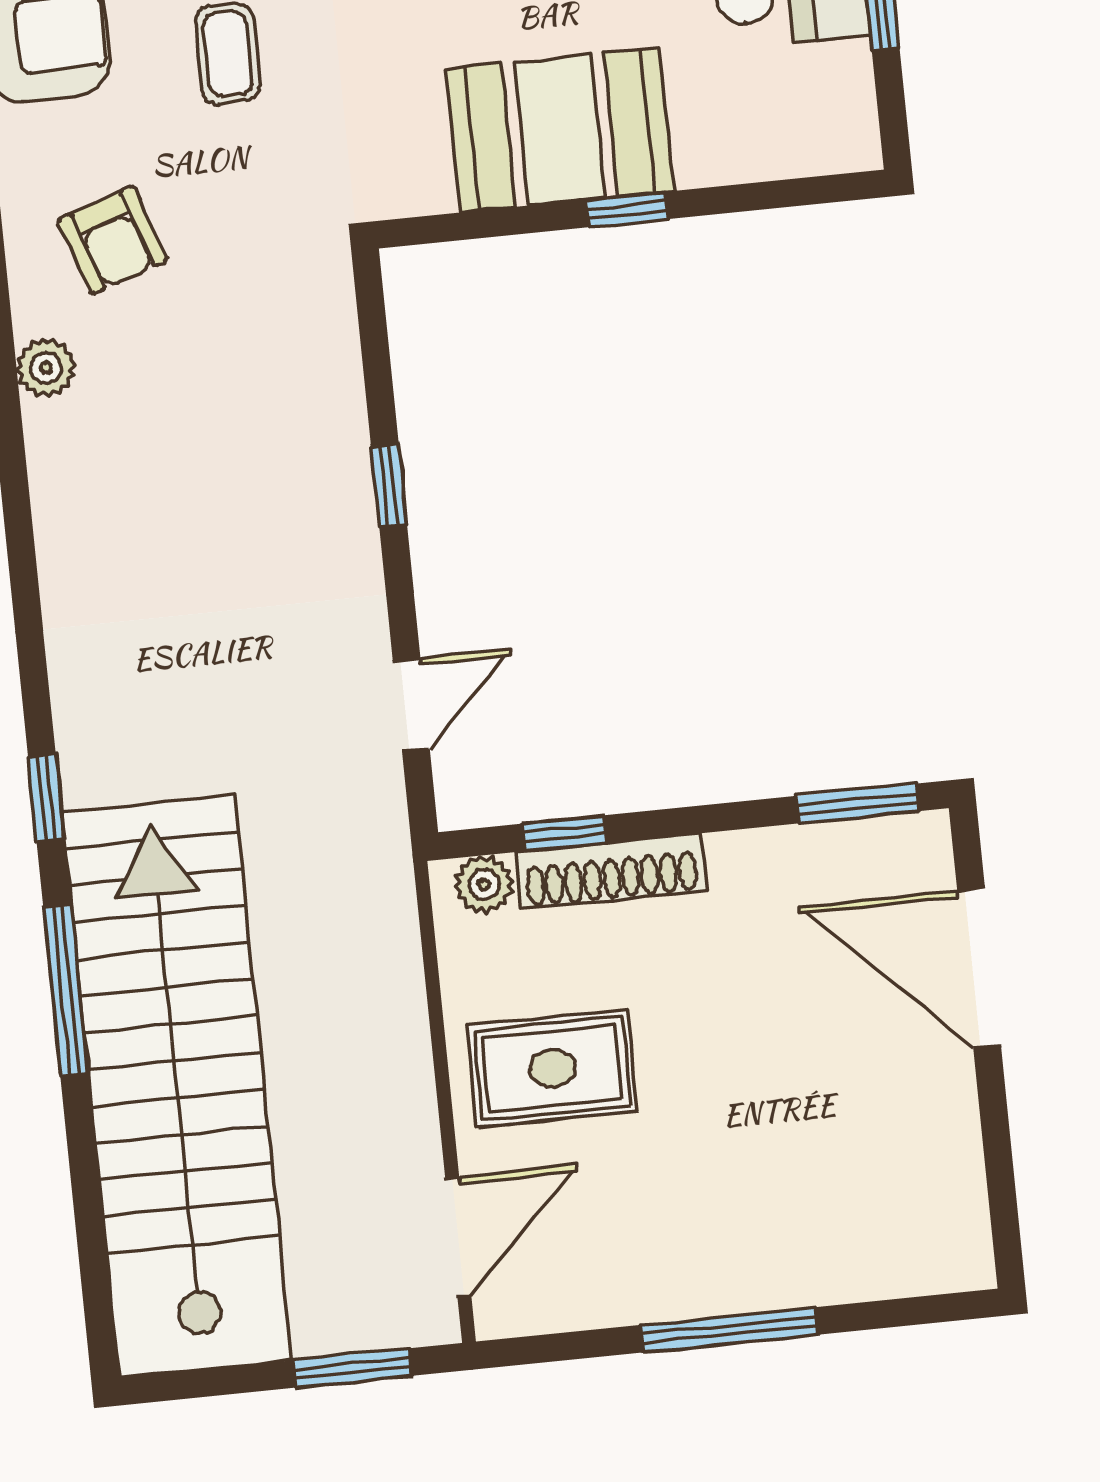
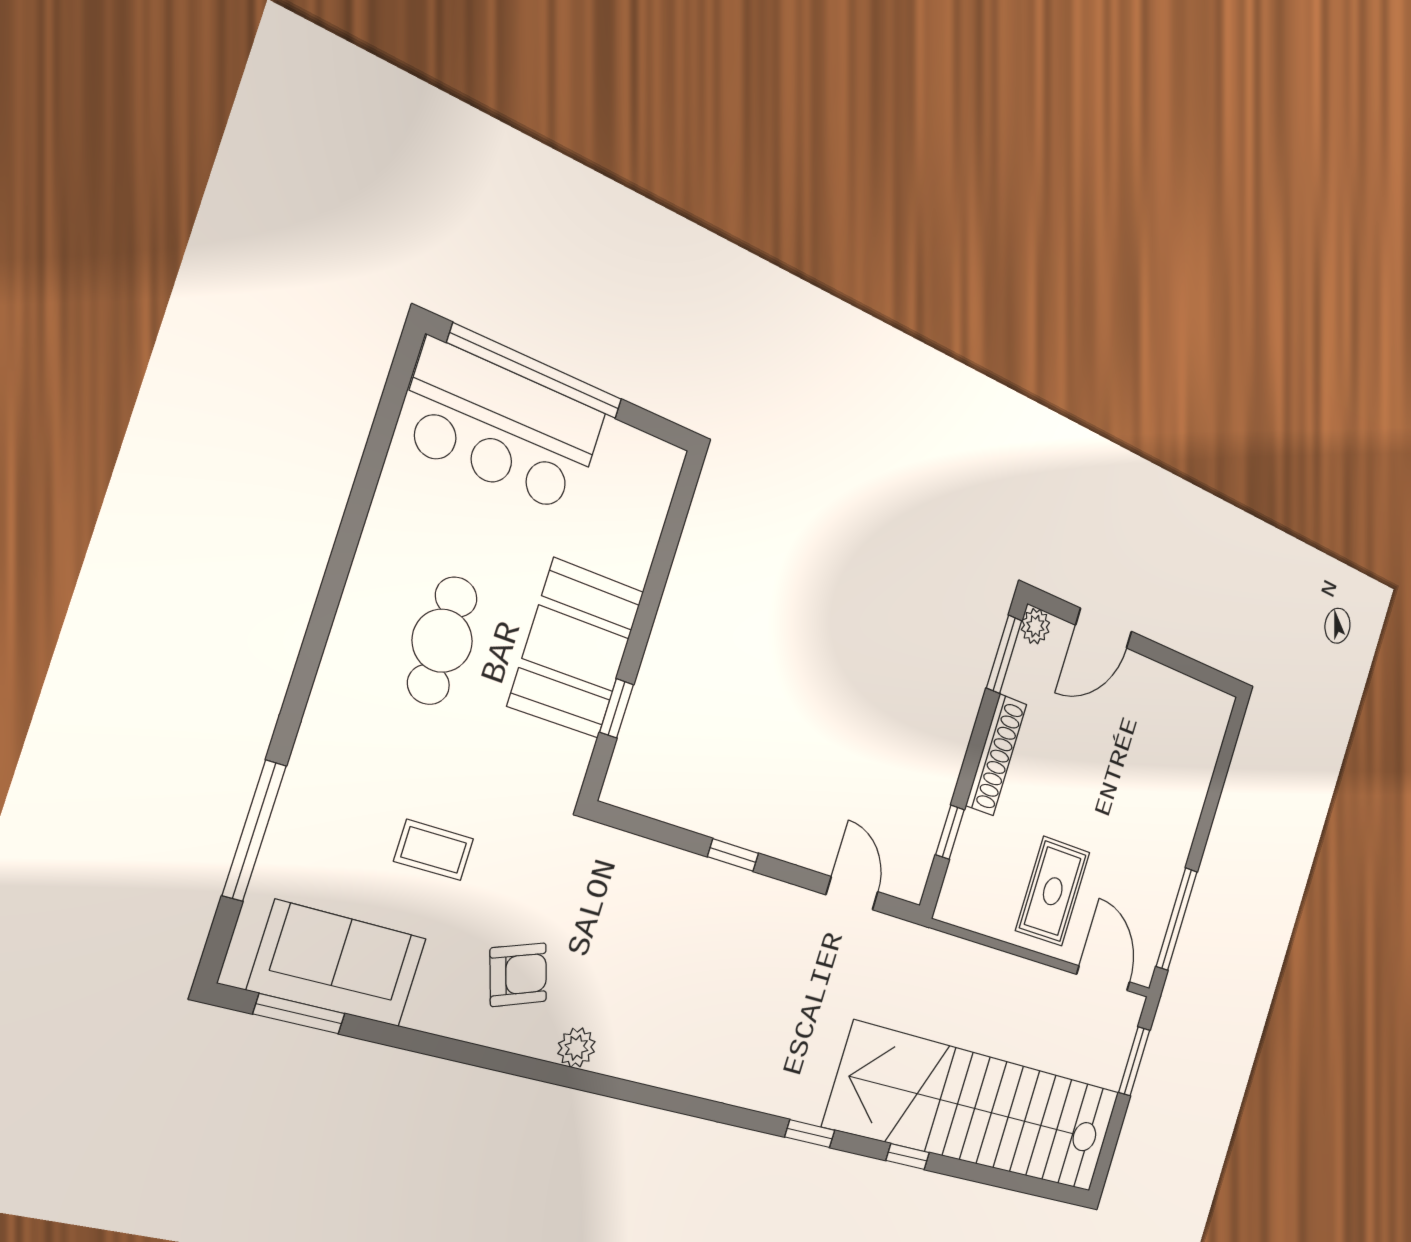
window: (627, 209) -> (617, 708), moved
shoe rack: (611, 871) -> (996, 755), moved
plant: (484, 884) -> (1035, 626), moved
door: (979, 968) -> (1104, 628), width x0.73
window: (66, 990) -> (908, 1157), width x0.46
window: (730, 1330) -> (1177, 919), moved

